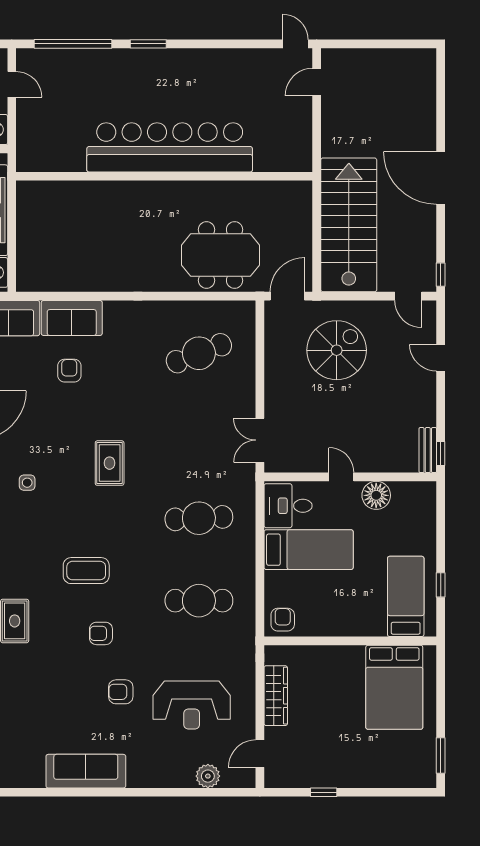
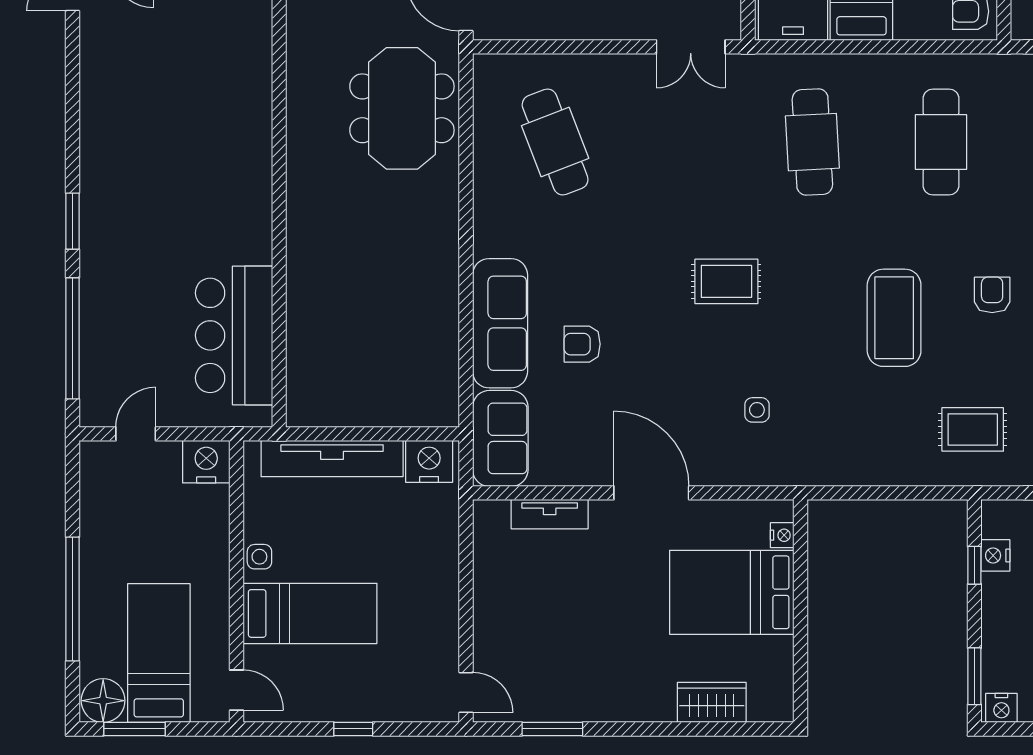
bar counter: (170, 147) -> (234, 335), moved, width x0.54
sofa: (72, 318) -> (500, 323), width x1.36
coffee table: (86, 571) -> (894, 318), width x1.36, depth x1.32
armchair: (101, 633) -> (992, 295), turned 180

